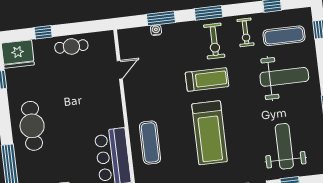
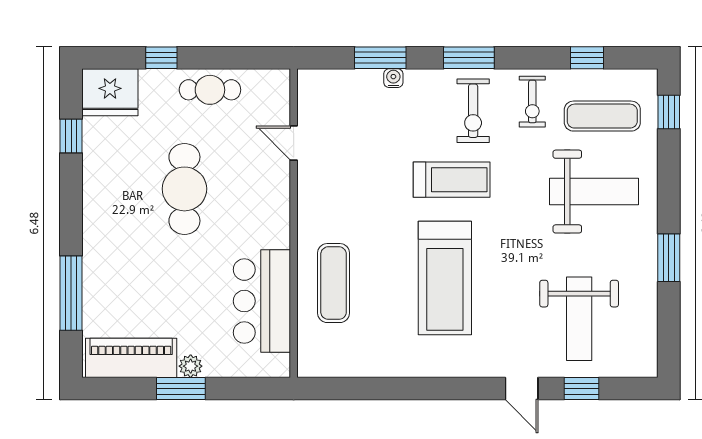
water cooler: (156, 30) -> (393, 78), moved
door: (120, 70) -> (294, 143), swing flipped
cafe table: (32, 126) -> (184, 189), moved
weight bench: (284, 146) -> (579, 319), turned 180

